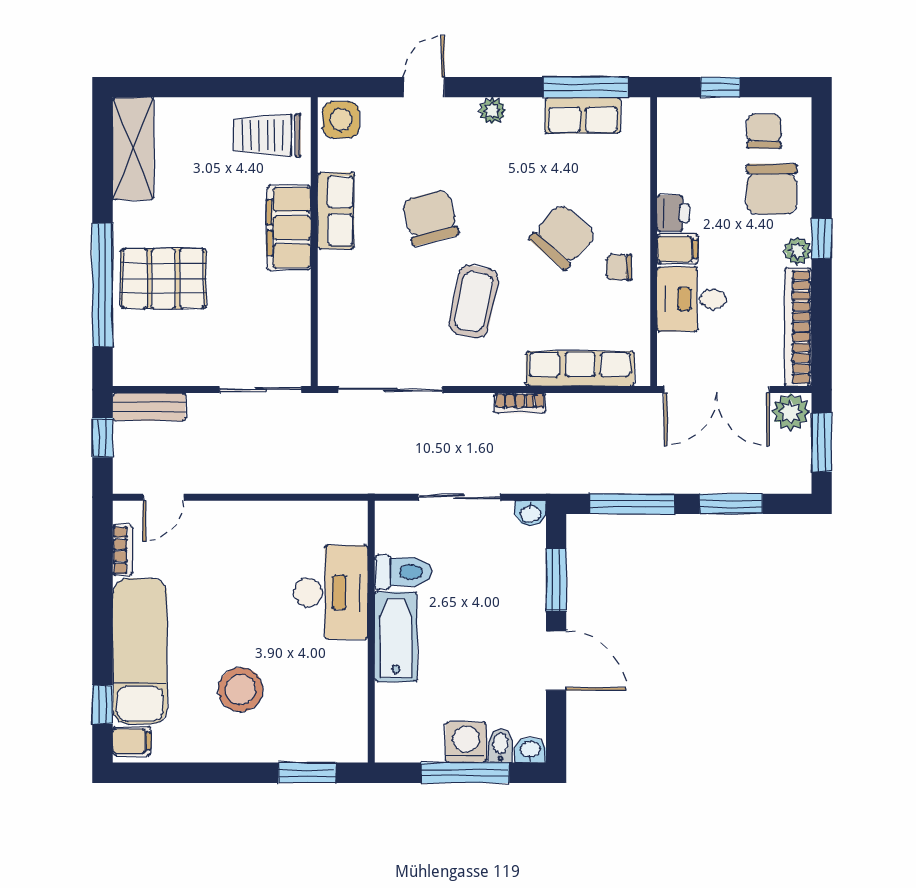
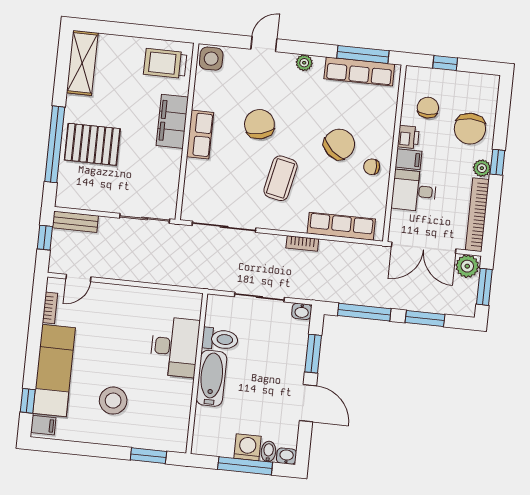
row of seats: (583, 115) -> (359, 71), width x1.48
chair: (764, 131) -> (428, 108), moved
row of seats: (336, 211) -> (200, 135), moved

